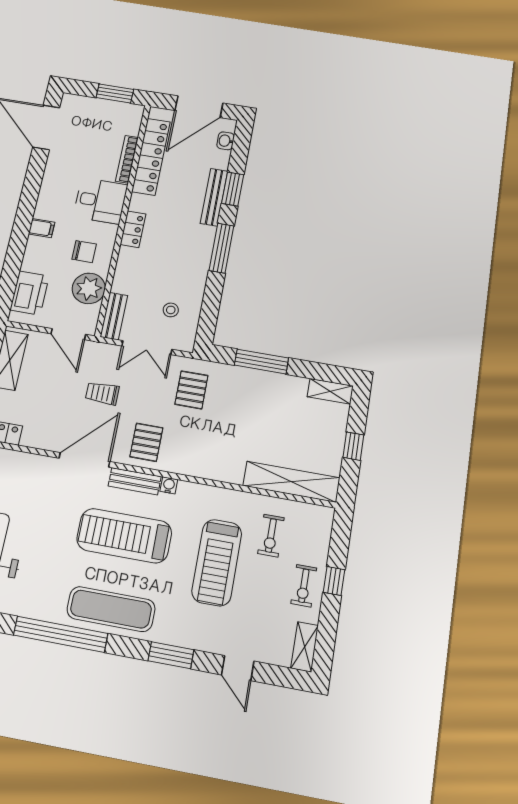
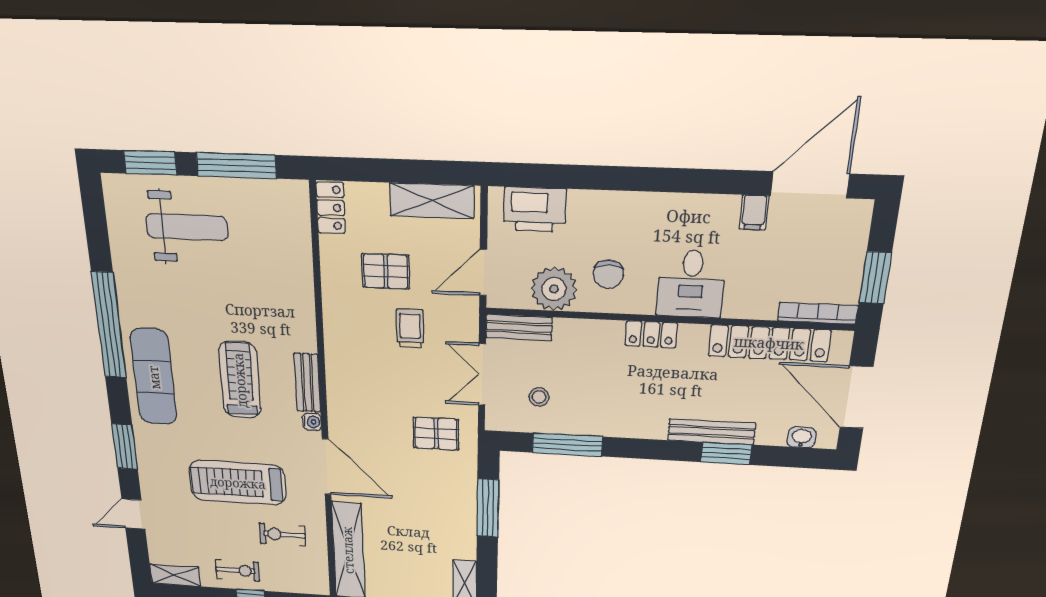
bookcase: (127, 159) -> (818, 313), moved
filing cabinet: (42, 228) -> (754, 212), moved
window: (221, 248) -> (567, 445), moved
pallet: (146, 442) -> (386, 271), moved
door: (84, 460) -> (327, 467), moved
treadmill: (124, 536) -> (240, 380), width x0.73, depth x0.73
exercise bike: (304, 586) -> (237, 570), turned 180

